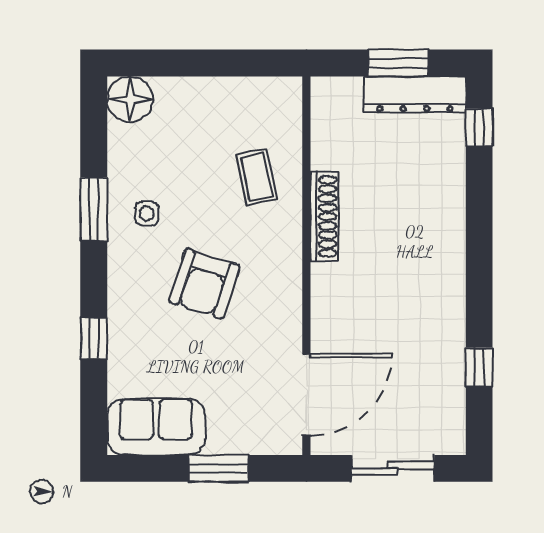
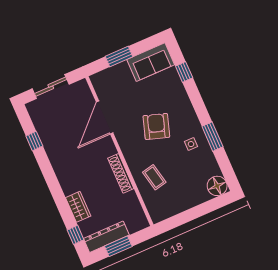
wardrobe: (447, 185) -> (78, 207), added
window: (94, 338) -> (184, 72), moved
door: (306, 395) -> (105, 117), moved

